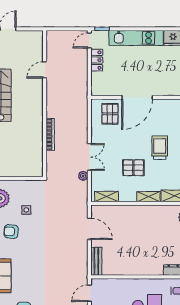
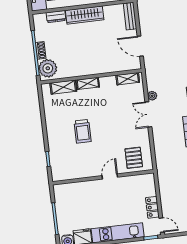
door: (89, 40) -> (162, 225), hinge flipped
door: (137, 97) -> (110, 176), width x0.53
pallet: (133, 168) -> (105, 109), removed
wardrobe: (143, 268) -> (85, 15), added

